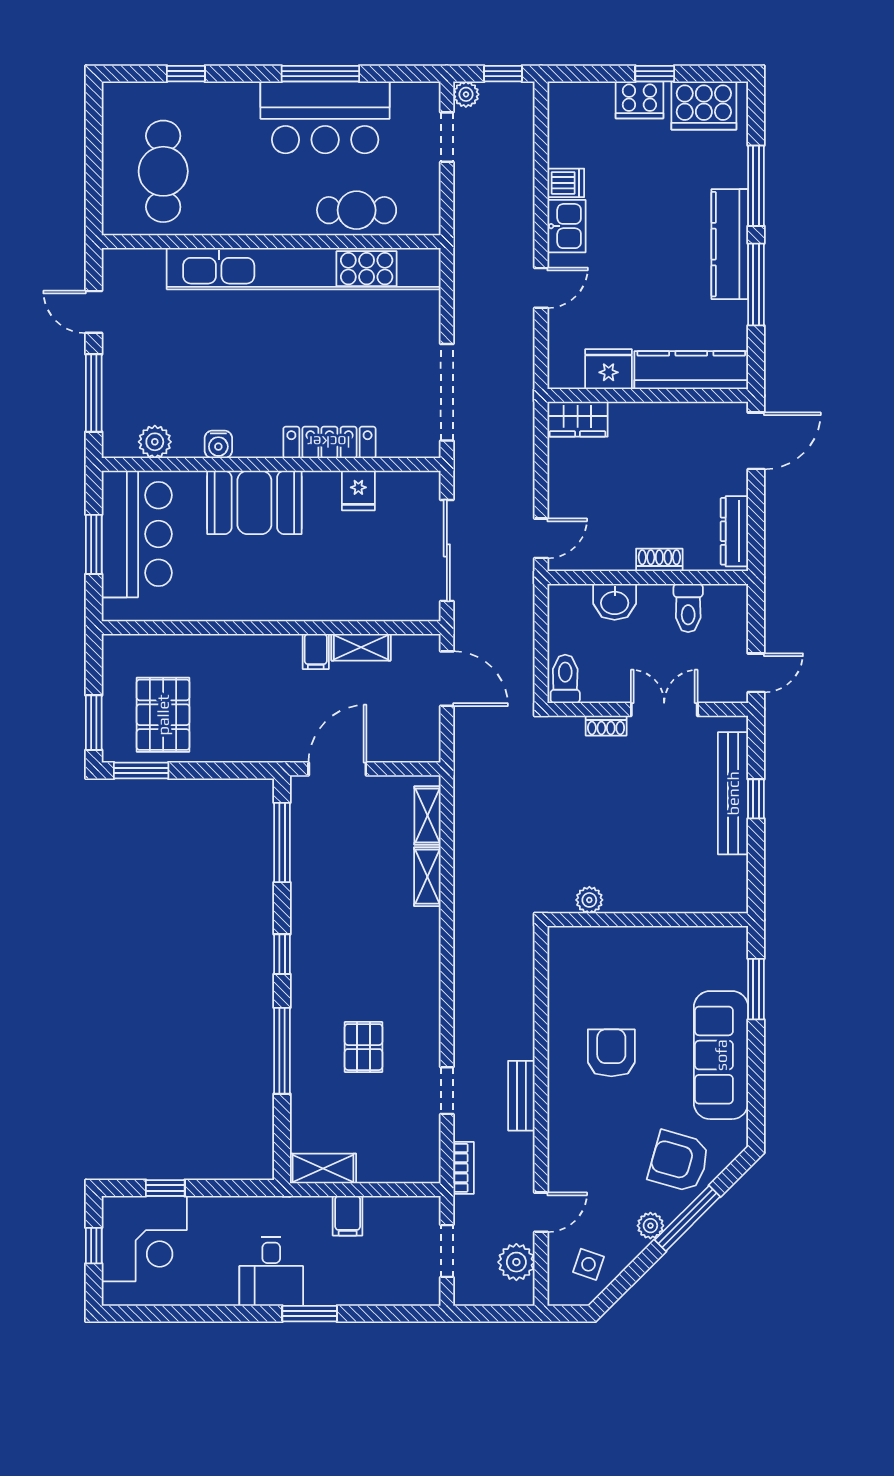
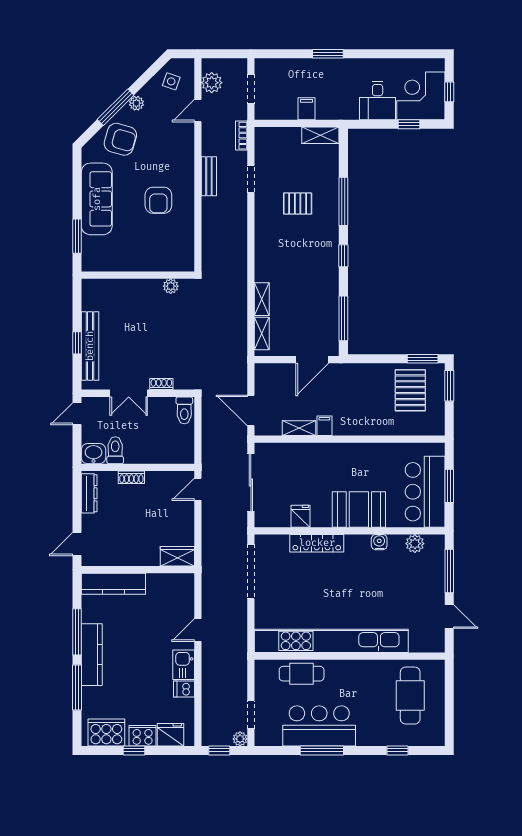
fridge: (609, 369) -> (170, 735), moved, turned 180
door: (756, 441) -> (77, 544), width x0.73
washbasin: (615, 602) -> (93, 454), moved
pallet: (364, 1047) -> (298, 203), turned 90
desk: (271, 1271) -> (378, 101), moved, turned 180

